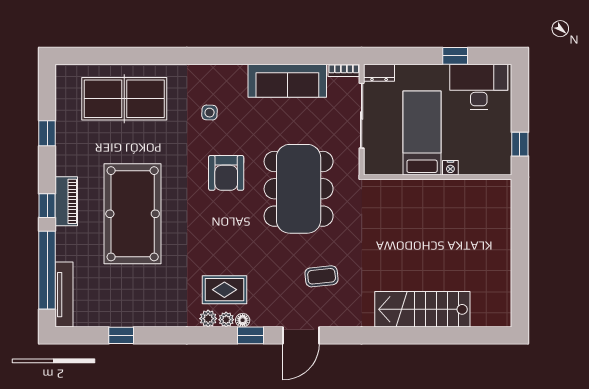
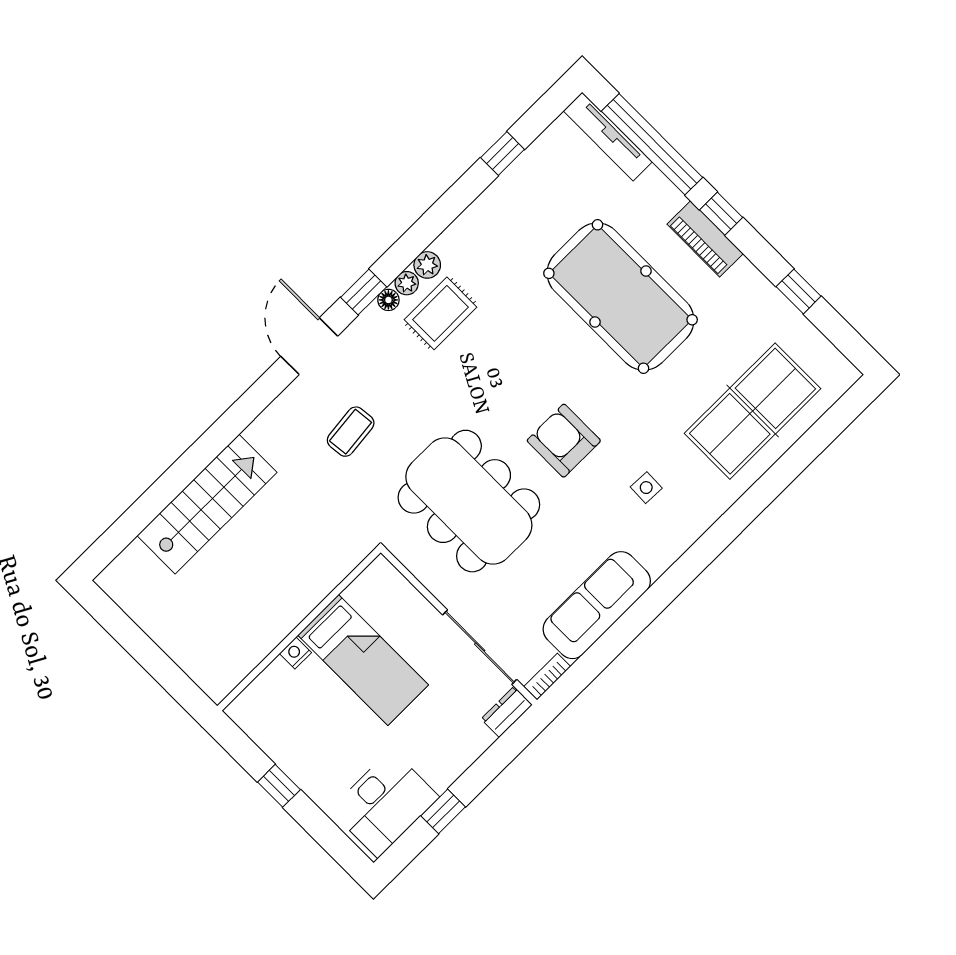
bed: (422, 133) -> (363, 660), moved
nightstand: (450, 168) -> (295, 653), moved
wall: (438, 177) -> (299, 629), moved

